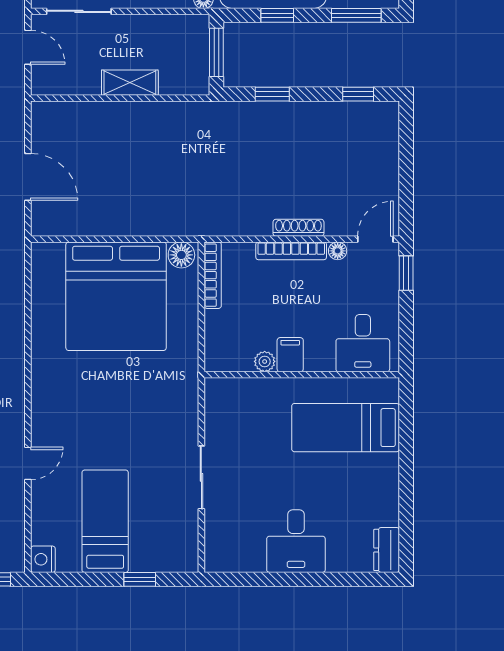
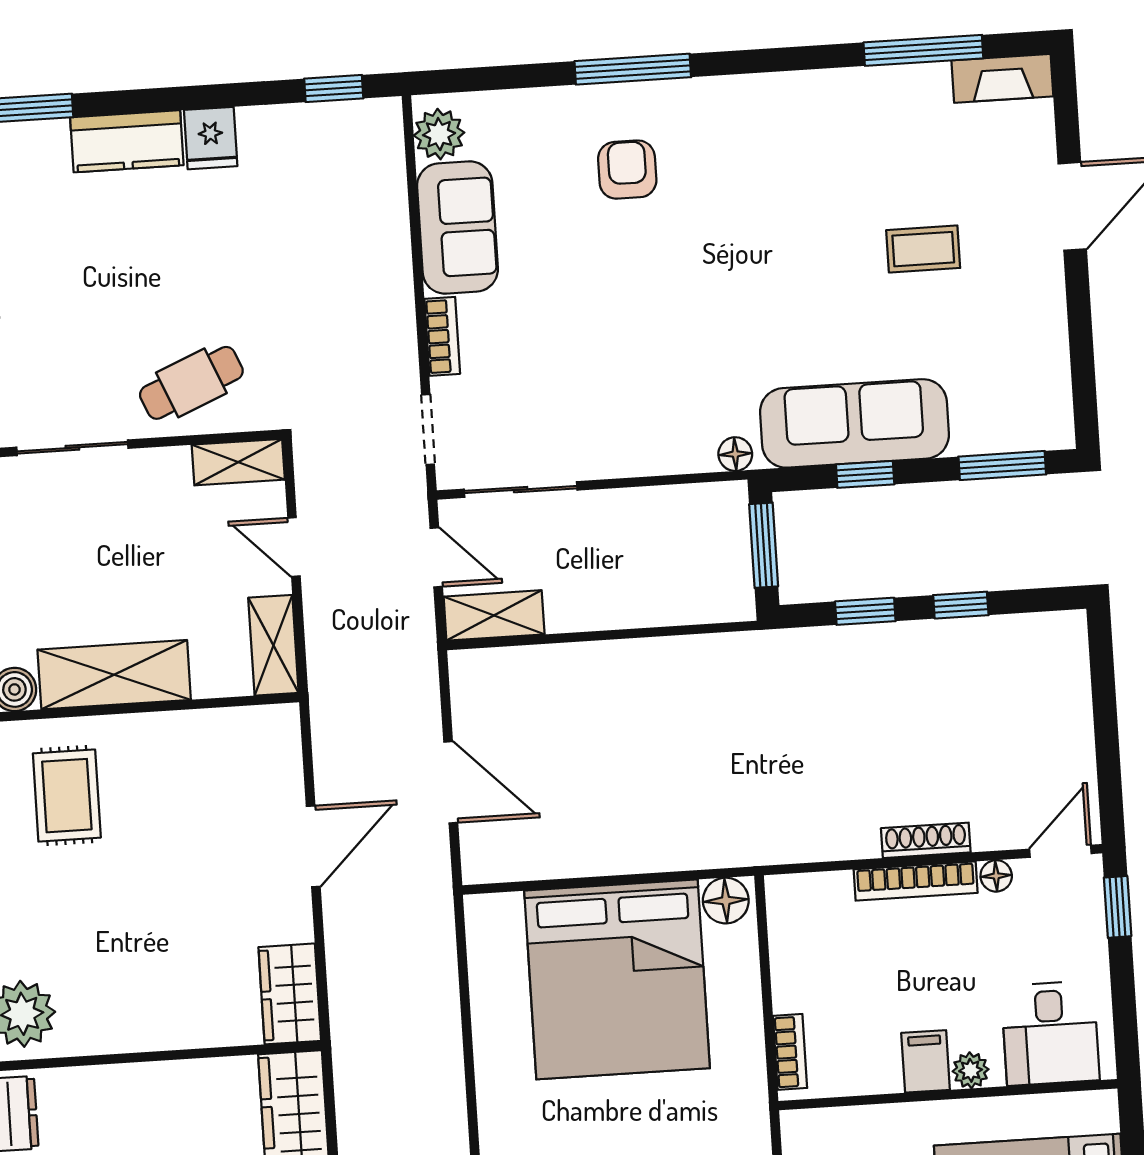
shelving: (130, 83) -> (494, 615), moved
window: (358, 94) -> (961, 605), moved
bookcase: (213, 275) -> (790, 1052), moved, width x0.64
plant: (265, 361) -> (971, 1070), moved

